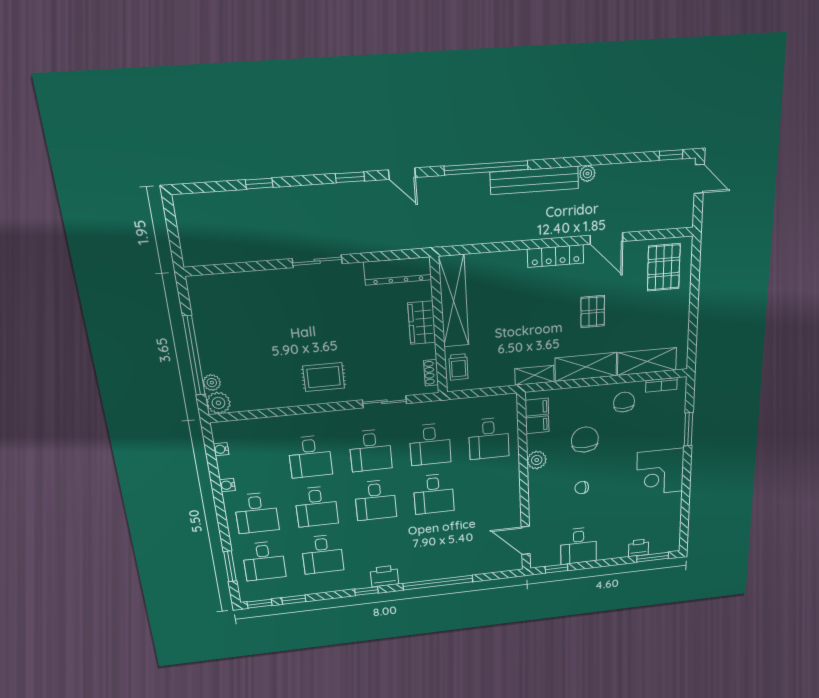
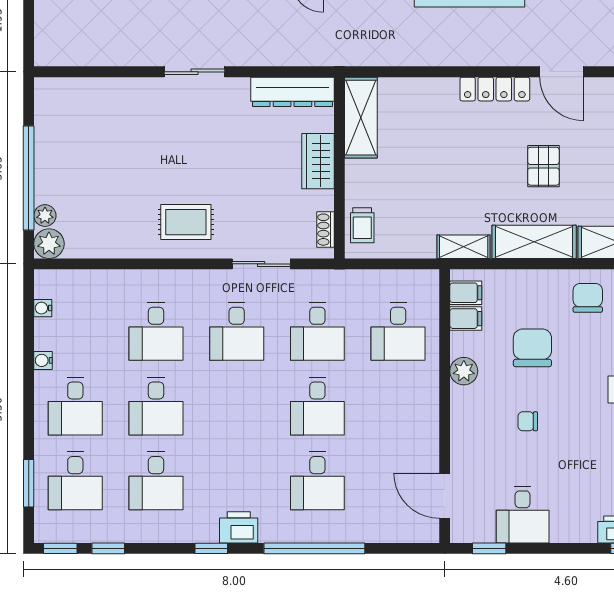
shelving: (454, 301) -> (361, 118), width x0.68
desk: (375, 500) -> (317, 481), moved

